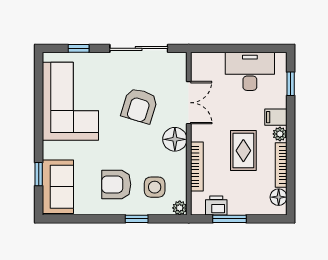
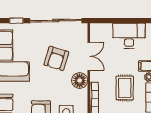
sliding door: (139, 48) -> (56, 21), width x1.36

